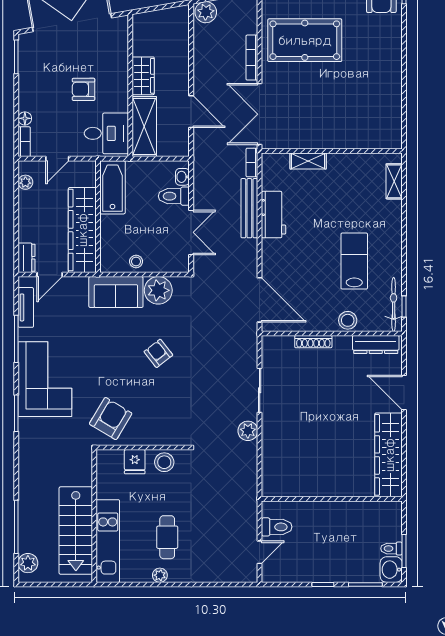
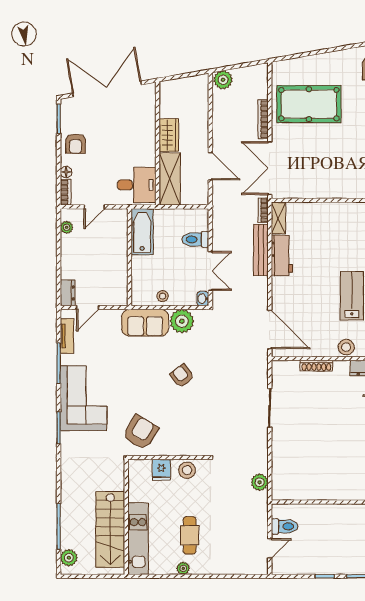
armchair: (84, 89) -> (76, 144), moved, turned -90
shelving: (308, 161) -> (278, 218), moved, turned 90
washbasin: (182, 177) -> (203, 299), moved
wardrobe: (82, 230) -> (116, 269), removed
plant: (248, 431) -> (260, 482), moved

